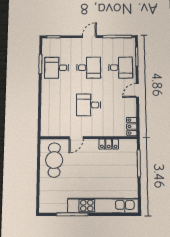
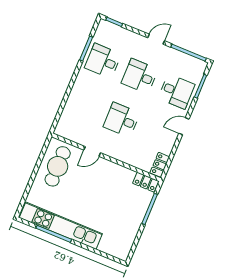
desk: (89, 68) -> (140, 76), turned 180
locker: (109, 144) -> (146, 182), moved
kitchen unit: (103, 206) -> (61, 226), moved

